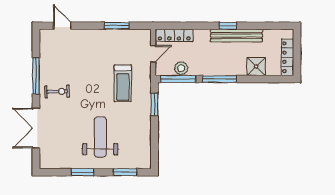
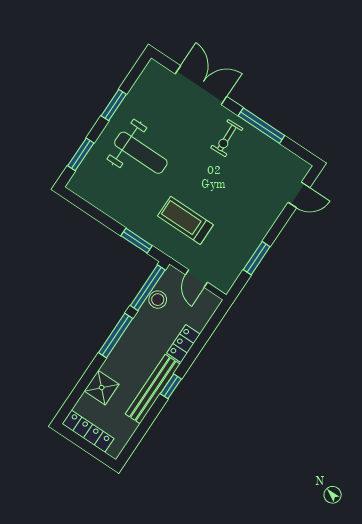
locker: (174, 35) -> (183, 344), moved, width x0.66

